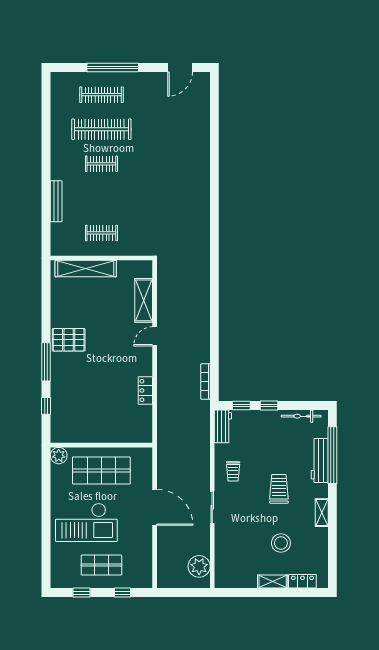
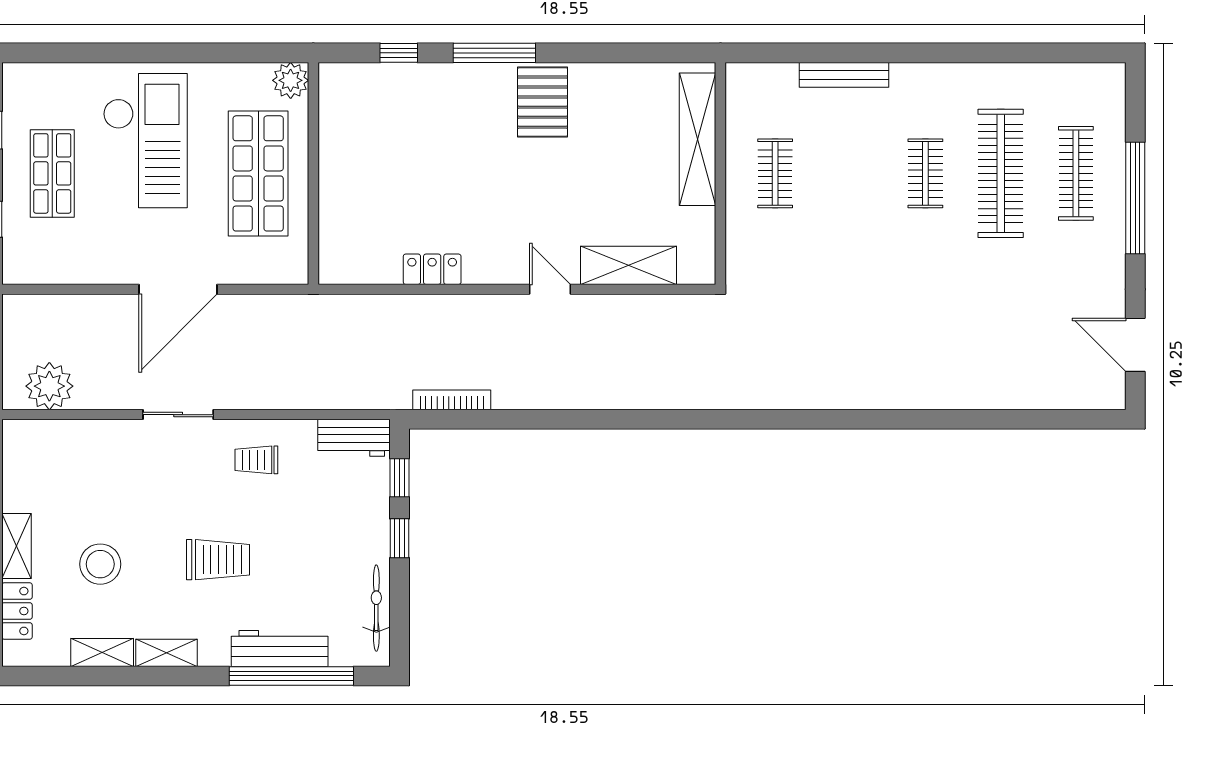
checkout: (86, 522) -> (145, 141), turned 180
shelving: (322, 542) -> (102, 652), added

